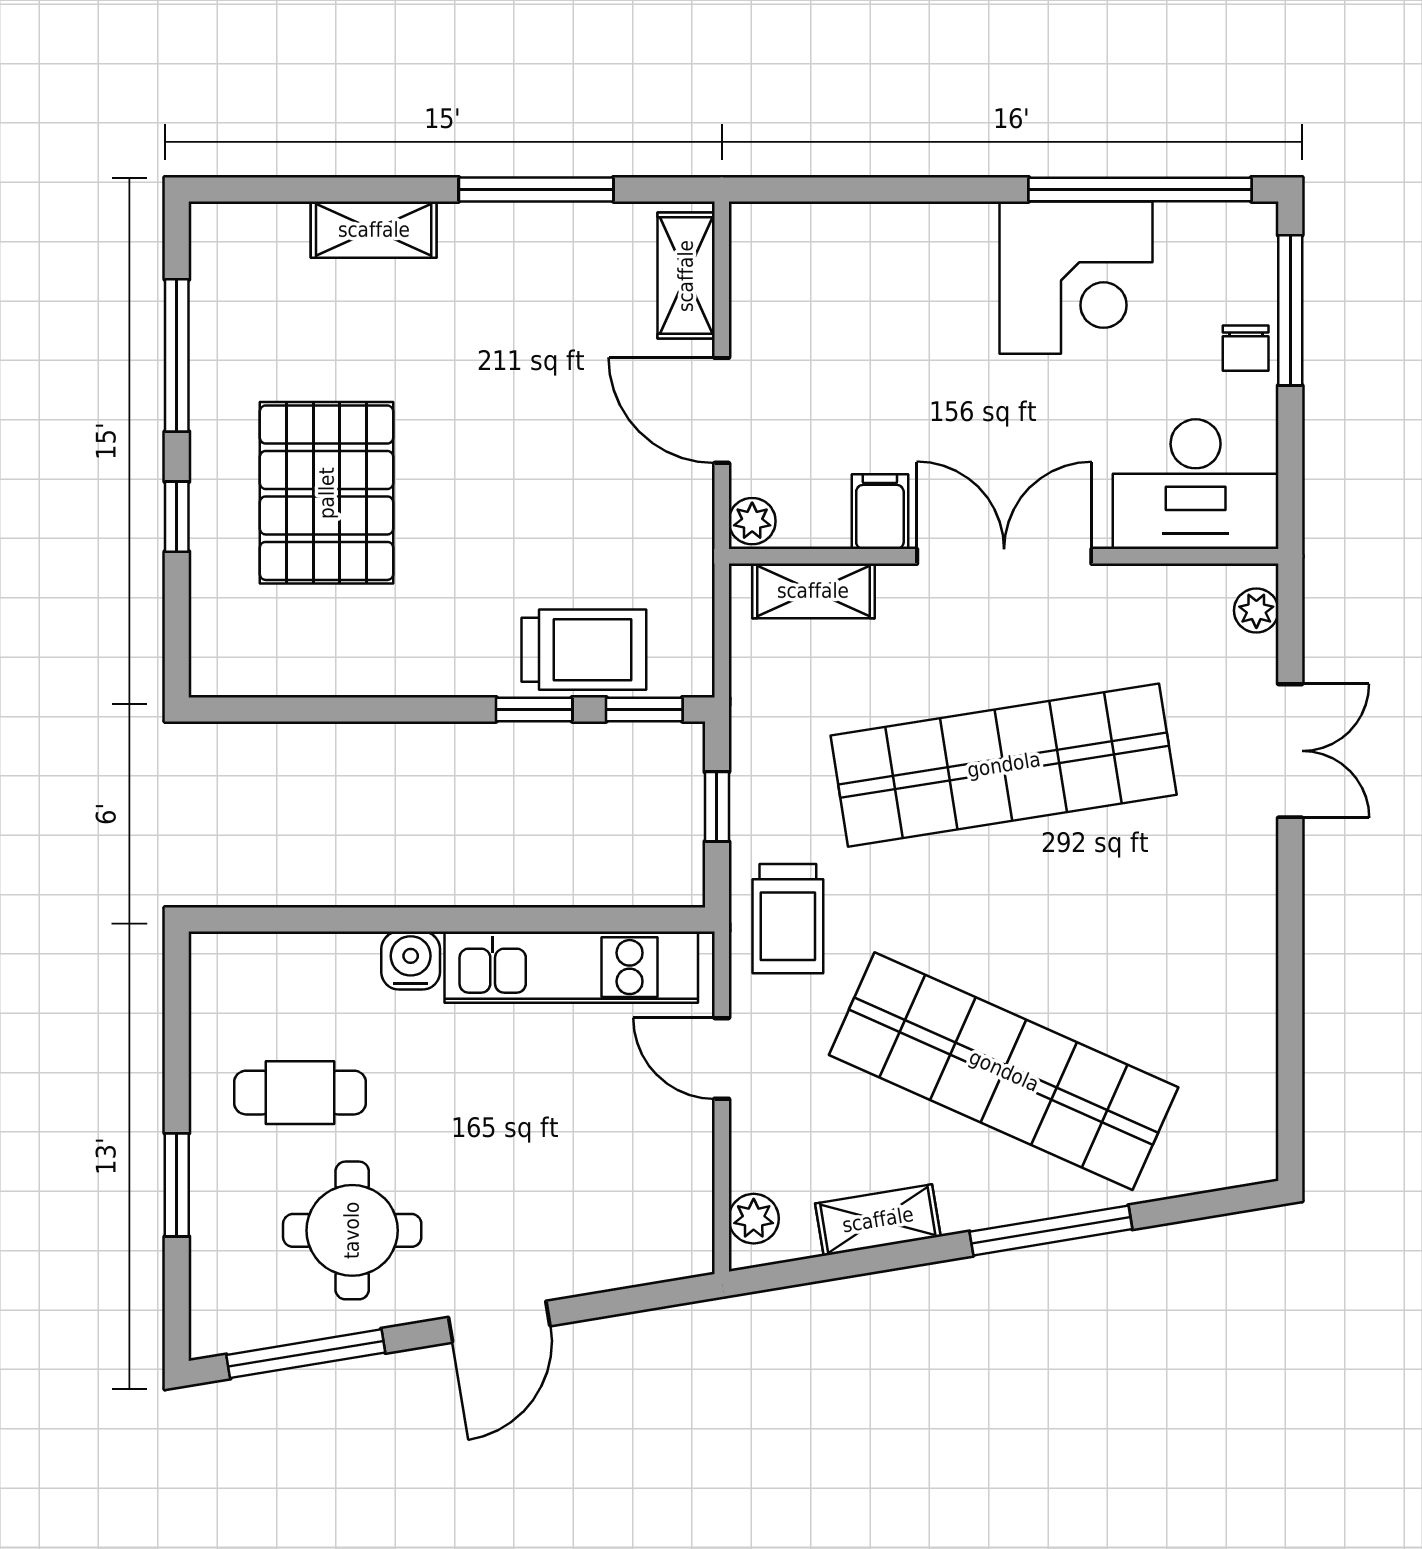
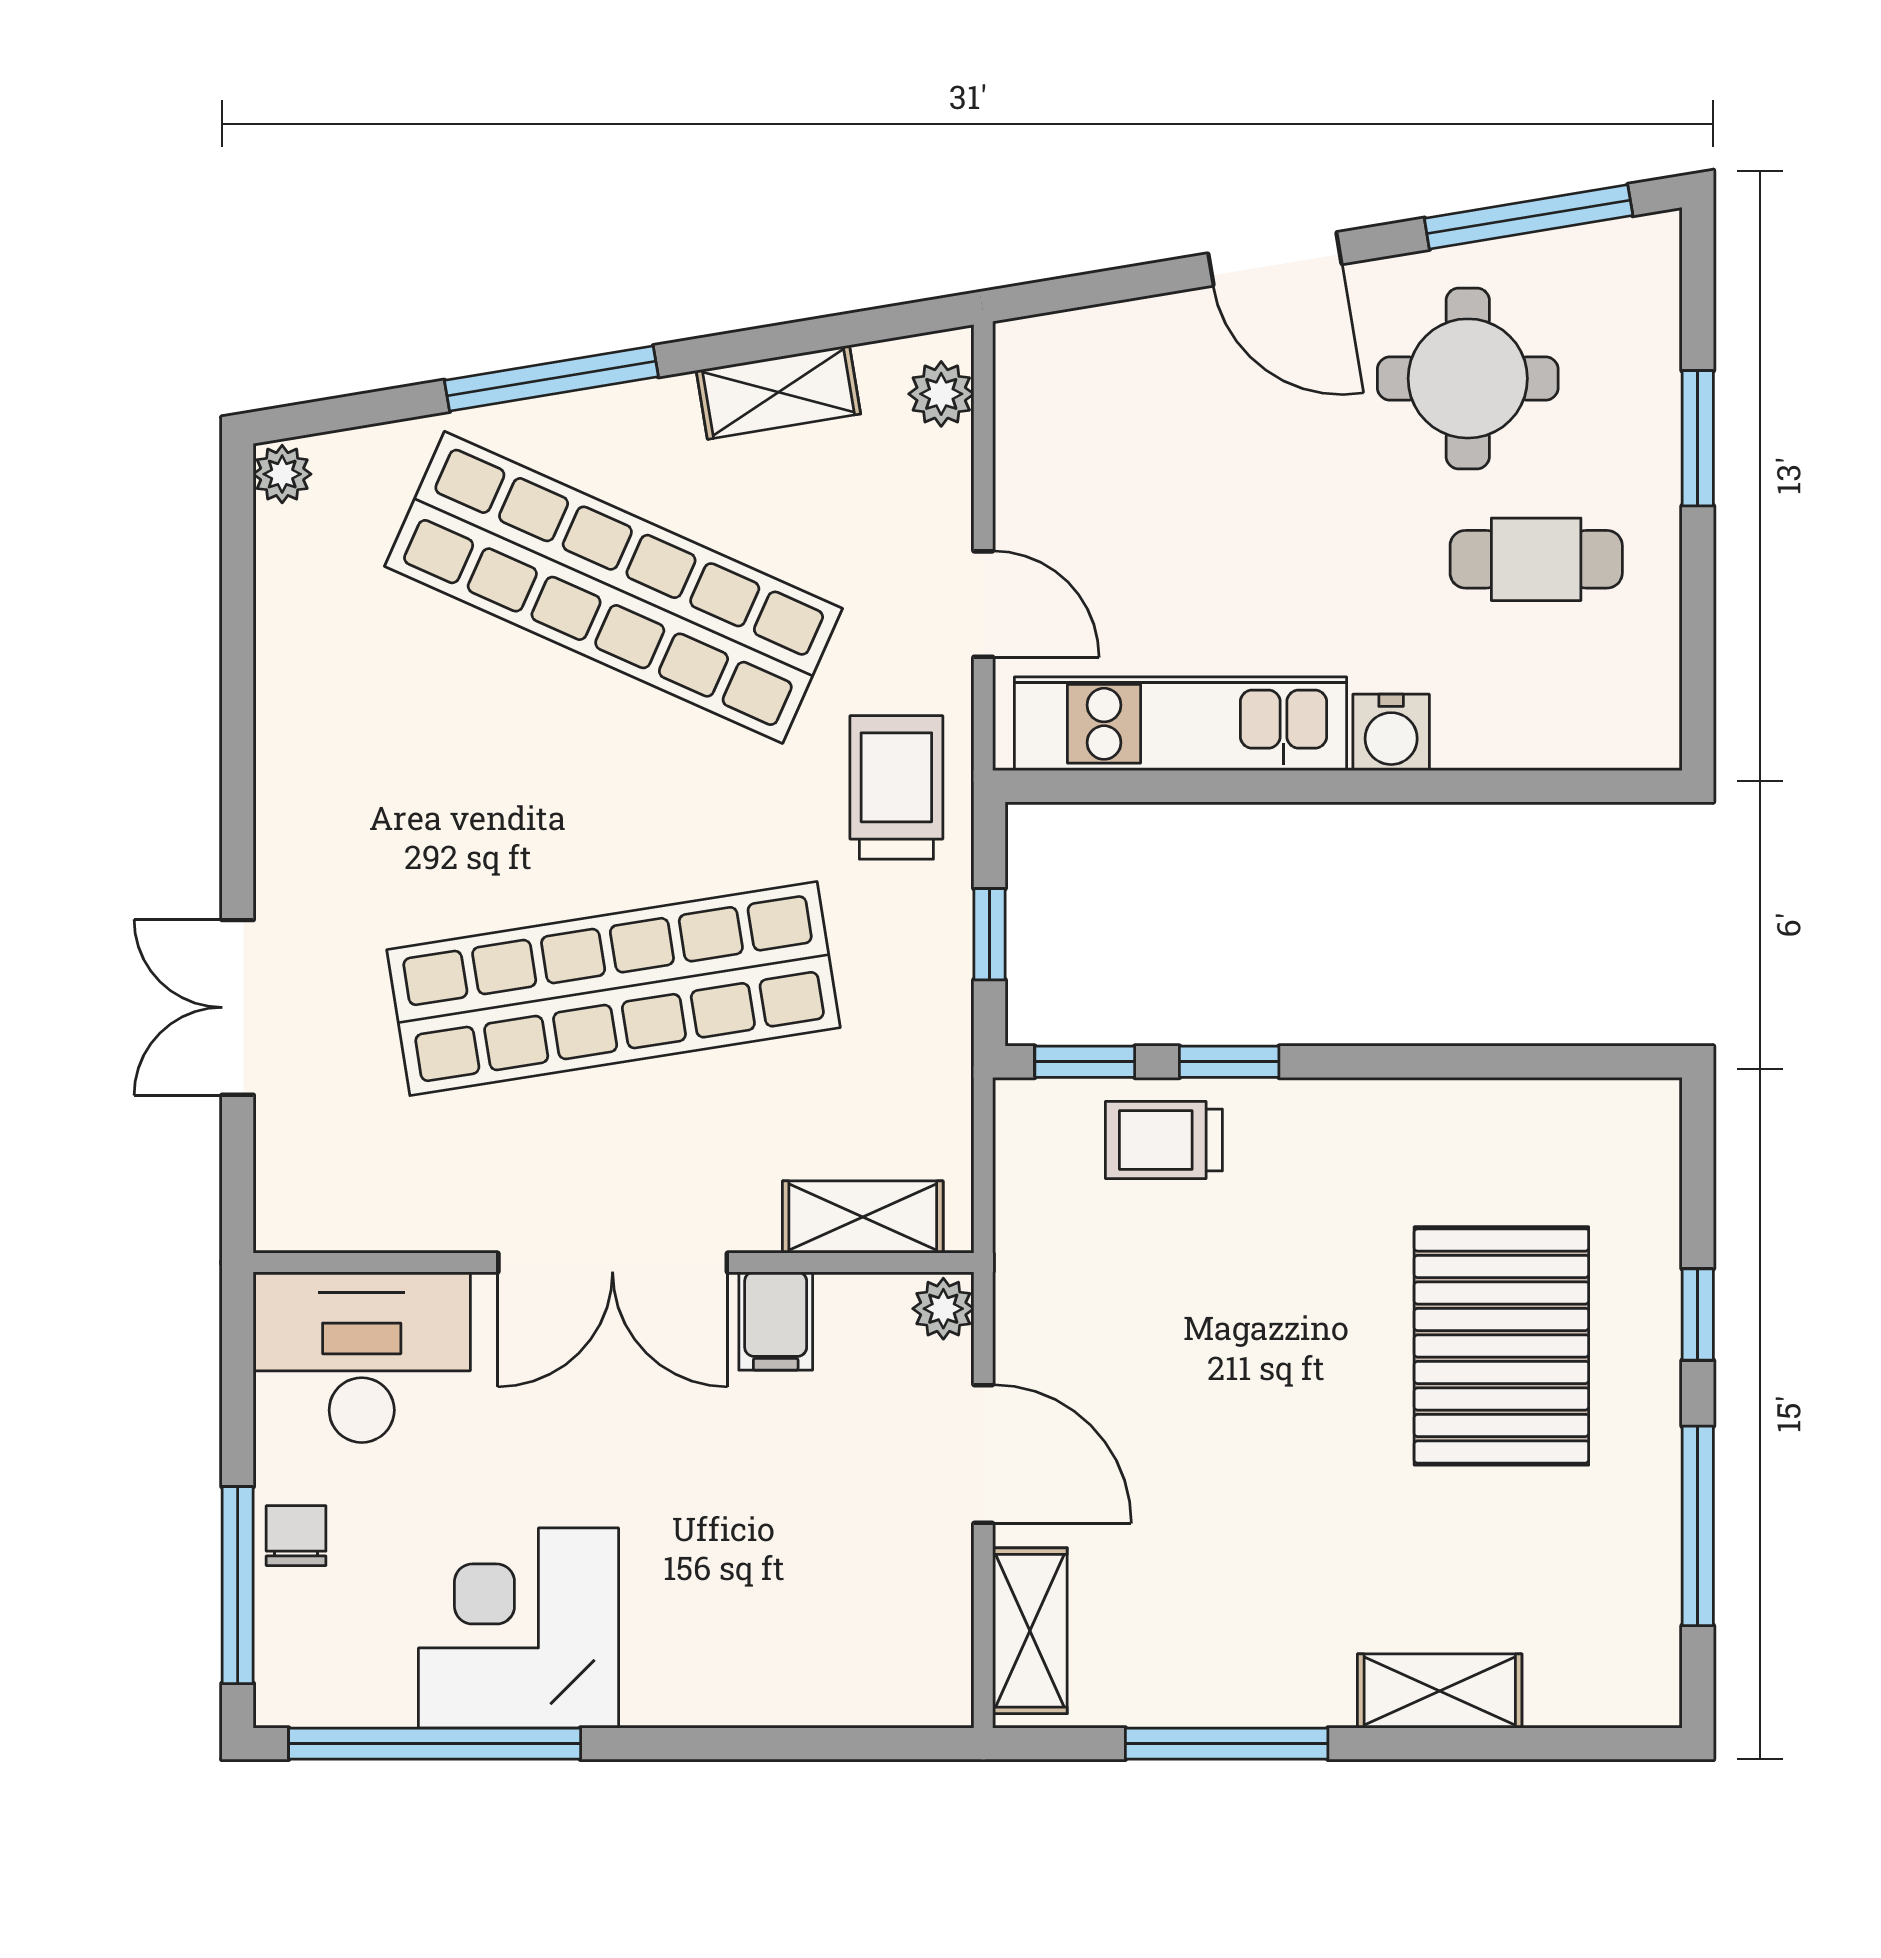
plant: (1256, 610) -> (282, 474), moved
trolley: (584, 650) -> (1164, 1140), width x0.73, depth x0.72
door: (499, 1322) -> (1275, 259), swing flipped

